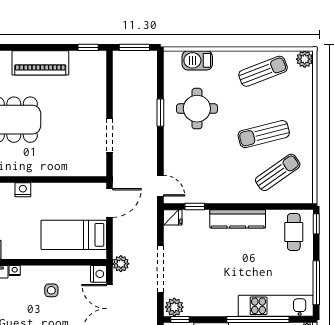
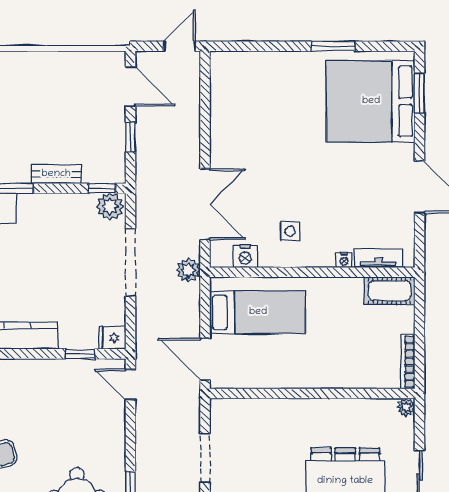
nightstand: (23, 190) -> (332, 378), removed
door: (109, 203) -> (205, 359), hinge flipped
nightstand: (99, 274) -> (245, 256), moved, turned -90

